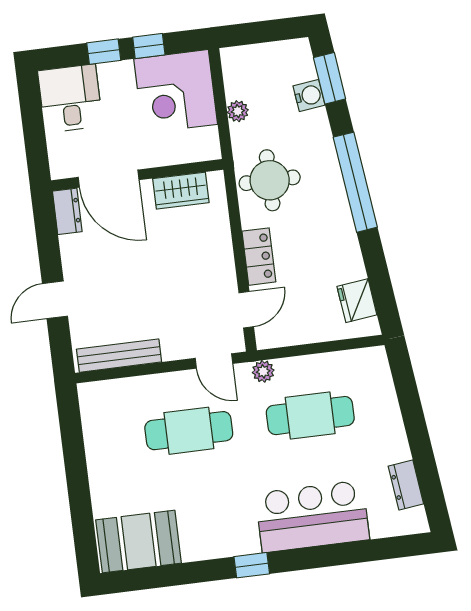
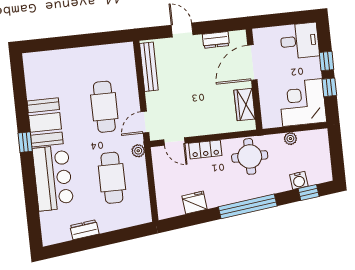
window: (330, 78) -> (309, 192), width x0.67
dresser: (67, 211) -> (216, 40), moved
fridge: (357, 301) -> (195, 203), moved
dresser: (406, 485) -> (84, 230), moved
booth: (139, 541) -> (45, 122), moved

